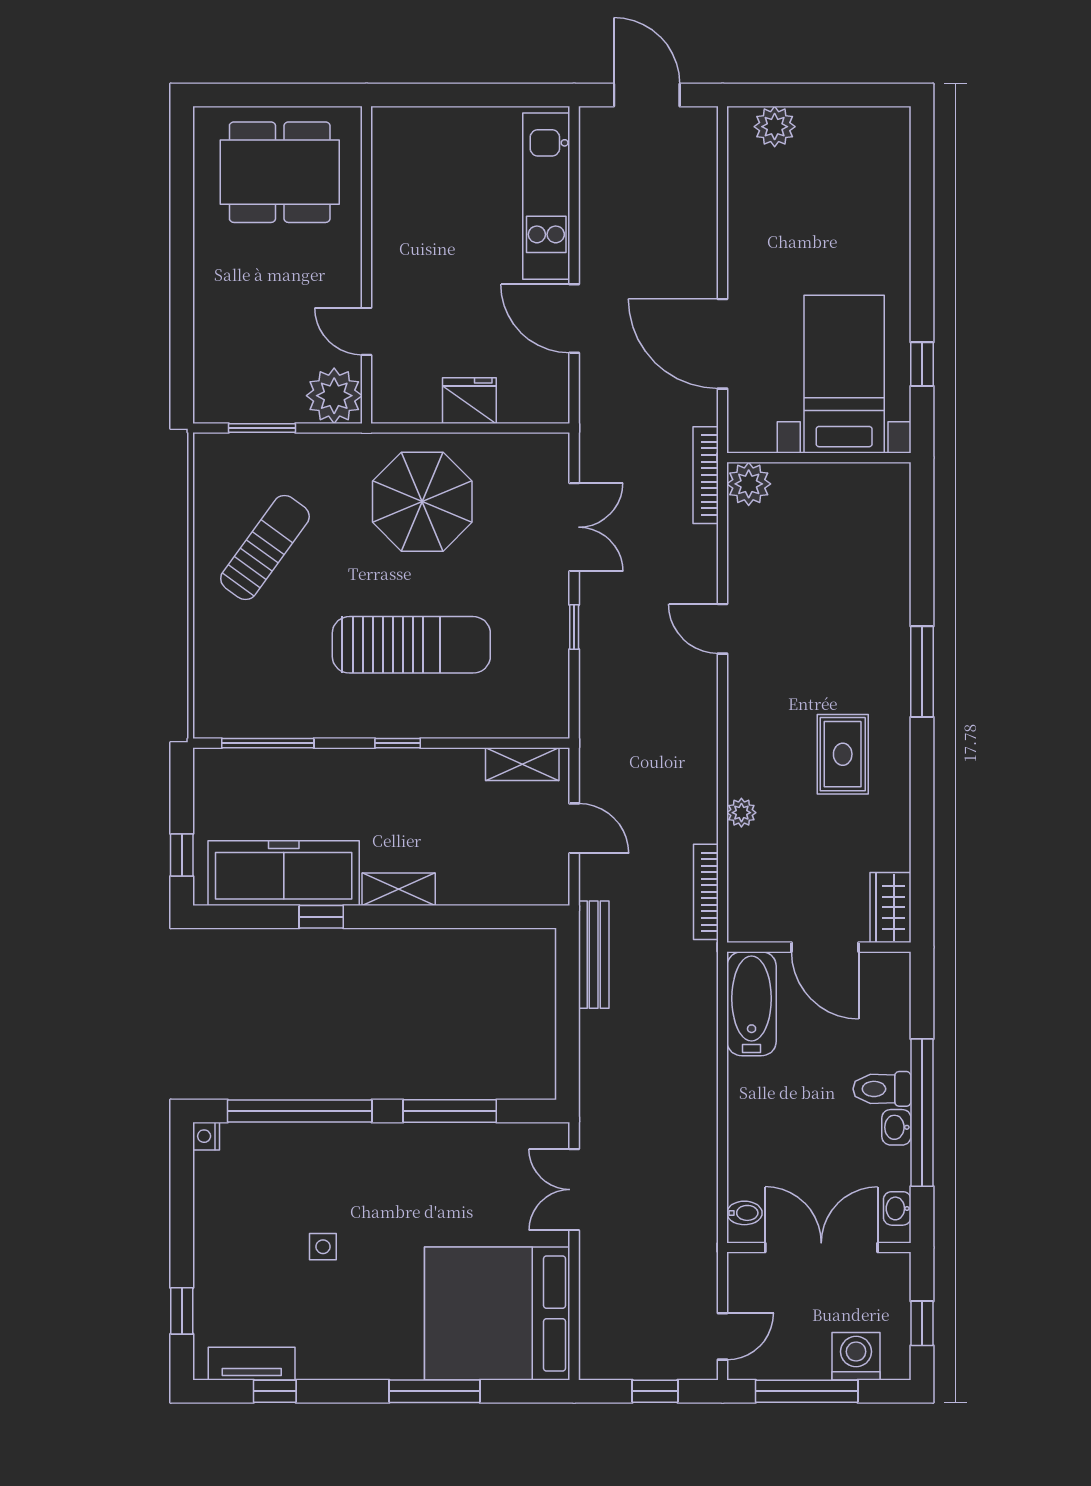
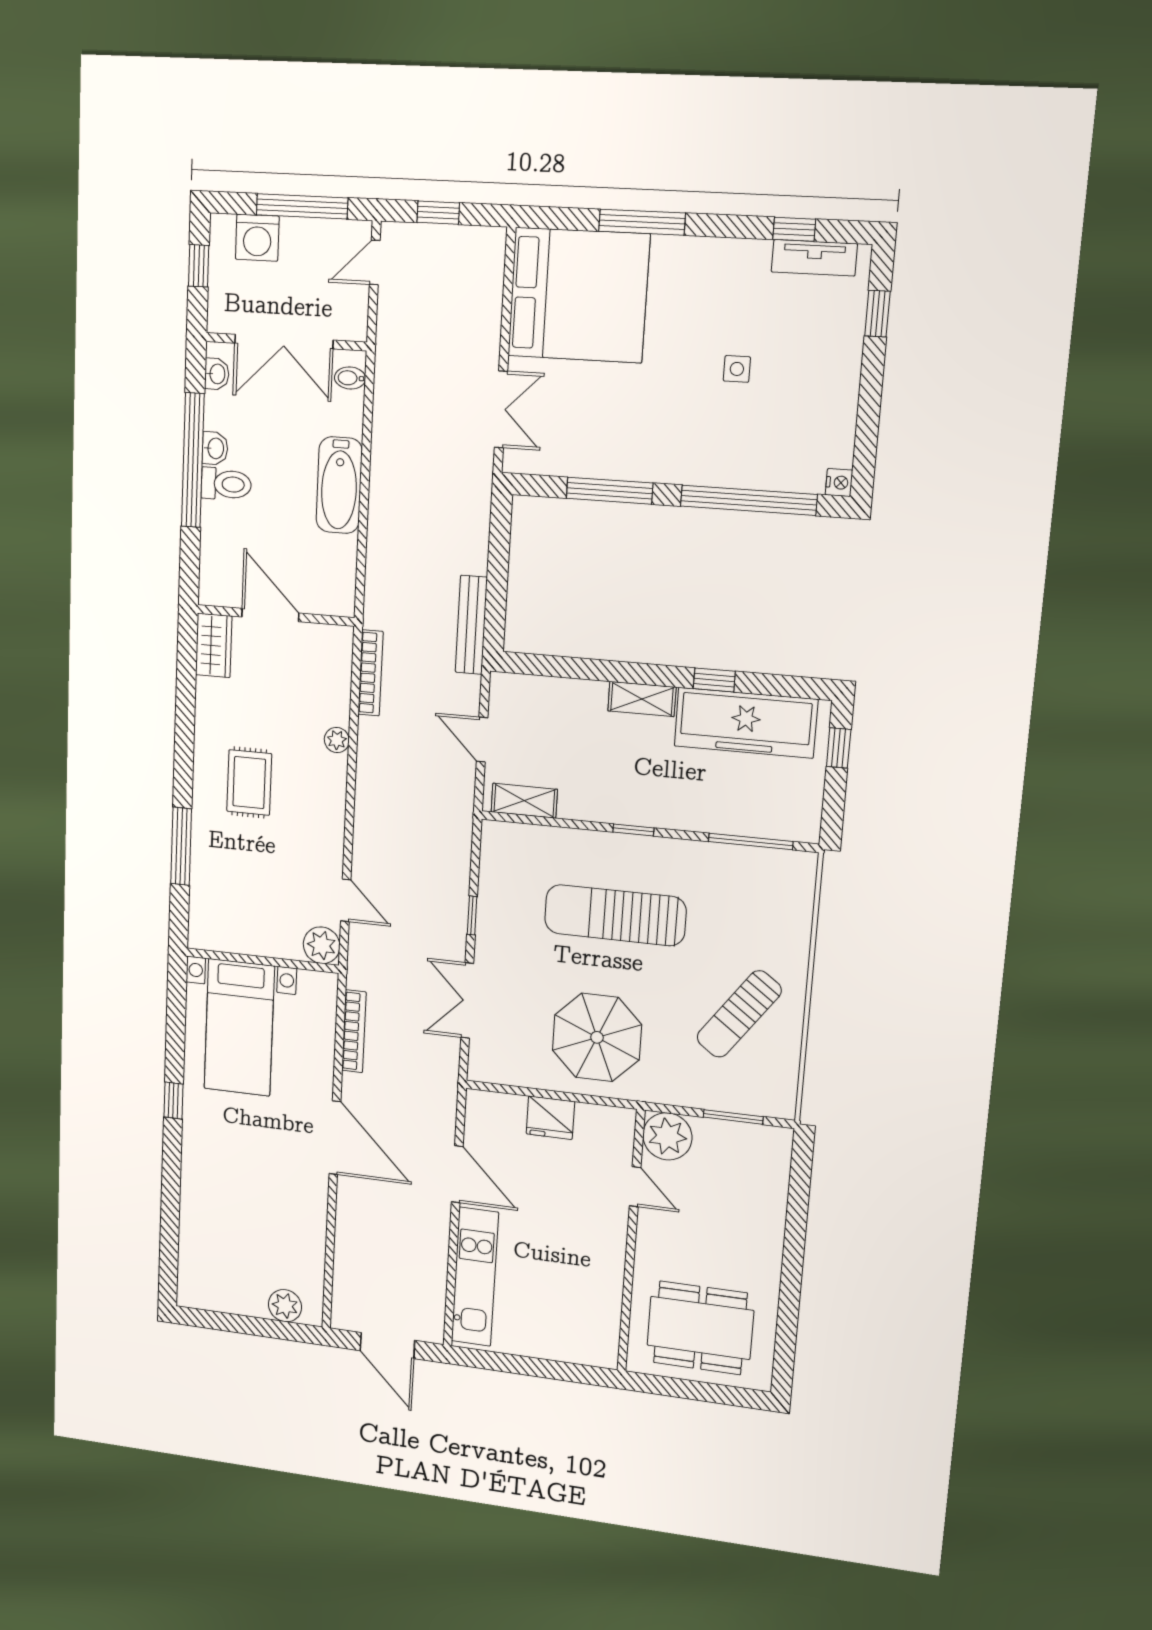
bed with nightstands: (844, 374) -> (239, 1028), moved
wall: (819, 458) -> (262, 961), moved
plant: (749, 484) -> (322, 945), moved
bathtub: (752, 1004) -> (339, 485), moved

